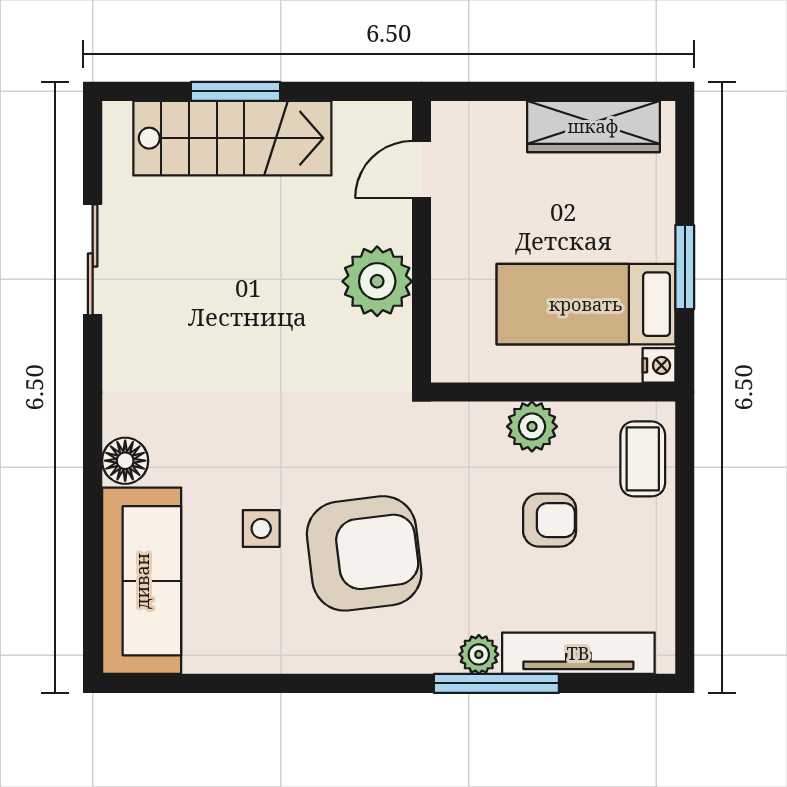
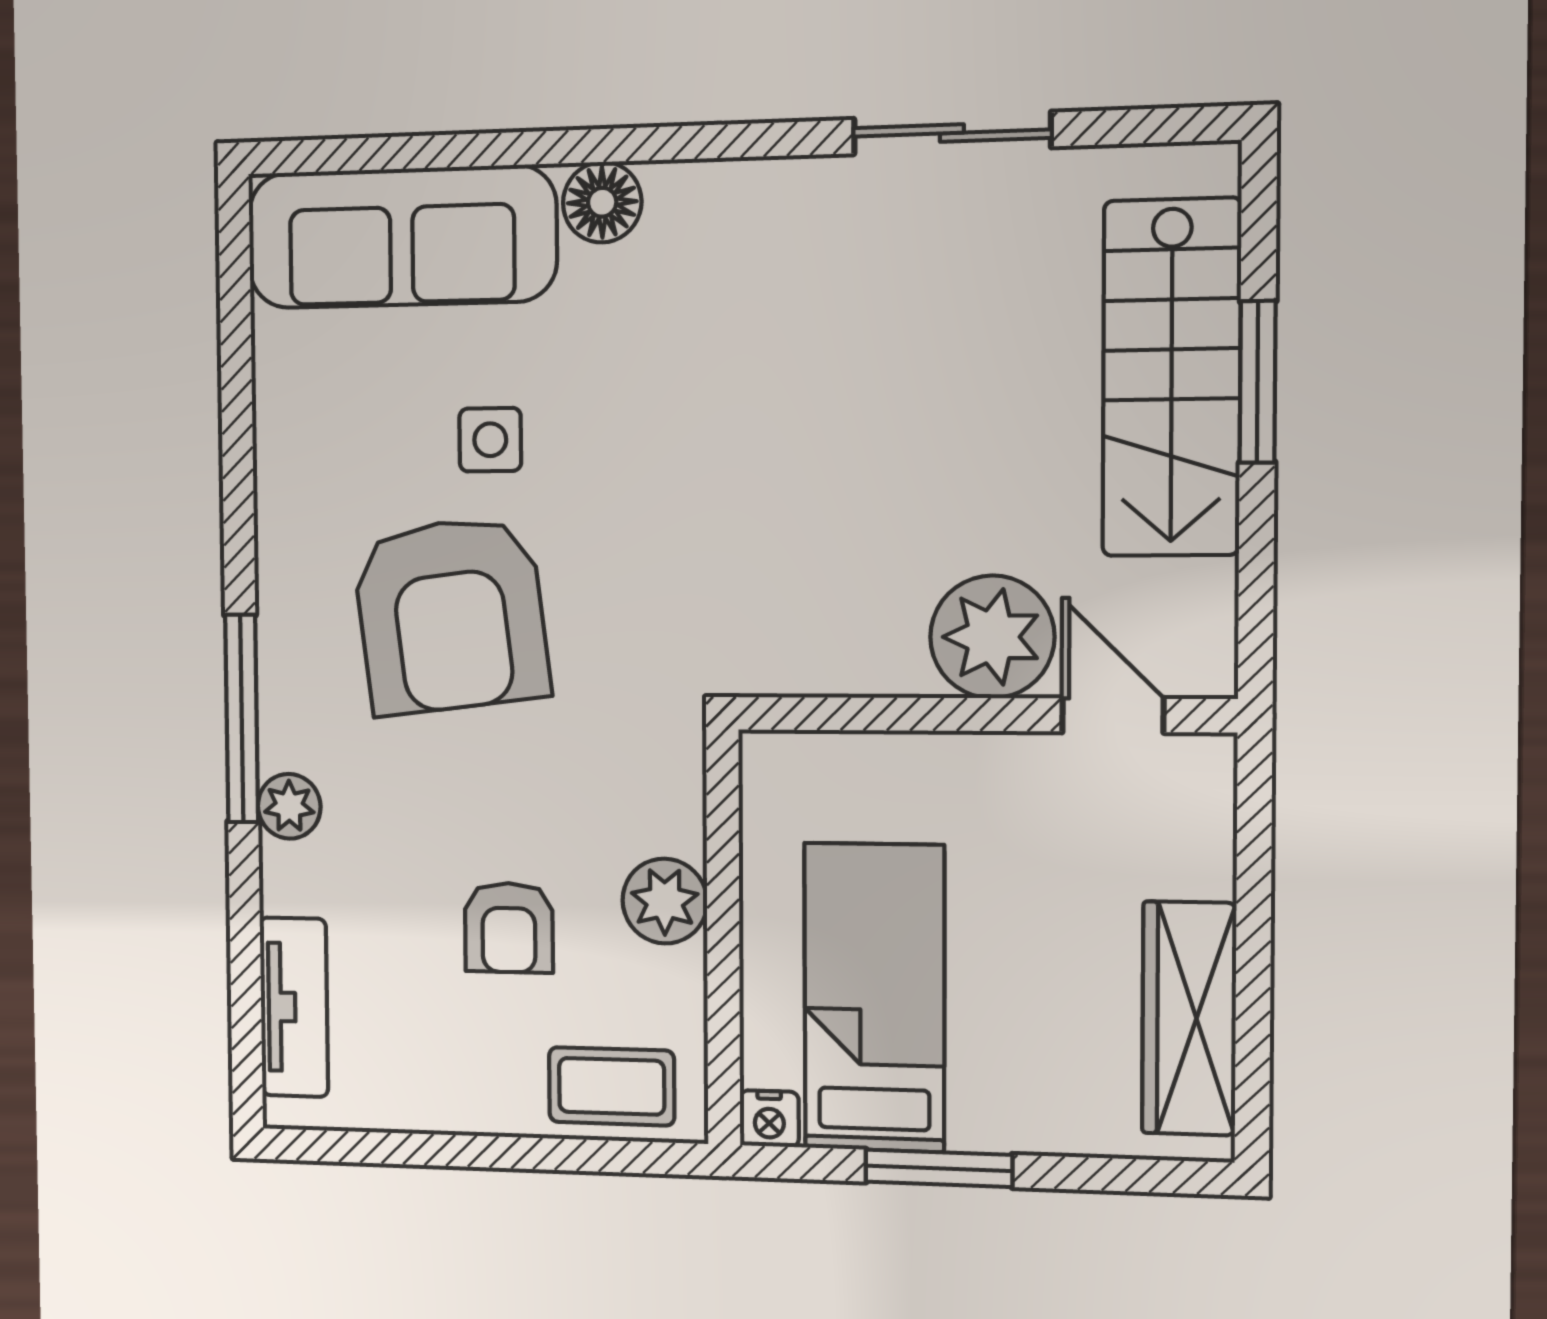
plant: (377, 281) -> (992, 637), moved
tv unit: (578, 653) -> (294, 1007), width x0.71
window: (496, 683) -> (242, 719), moved

